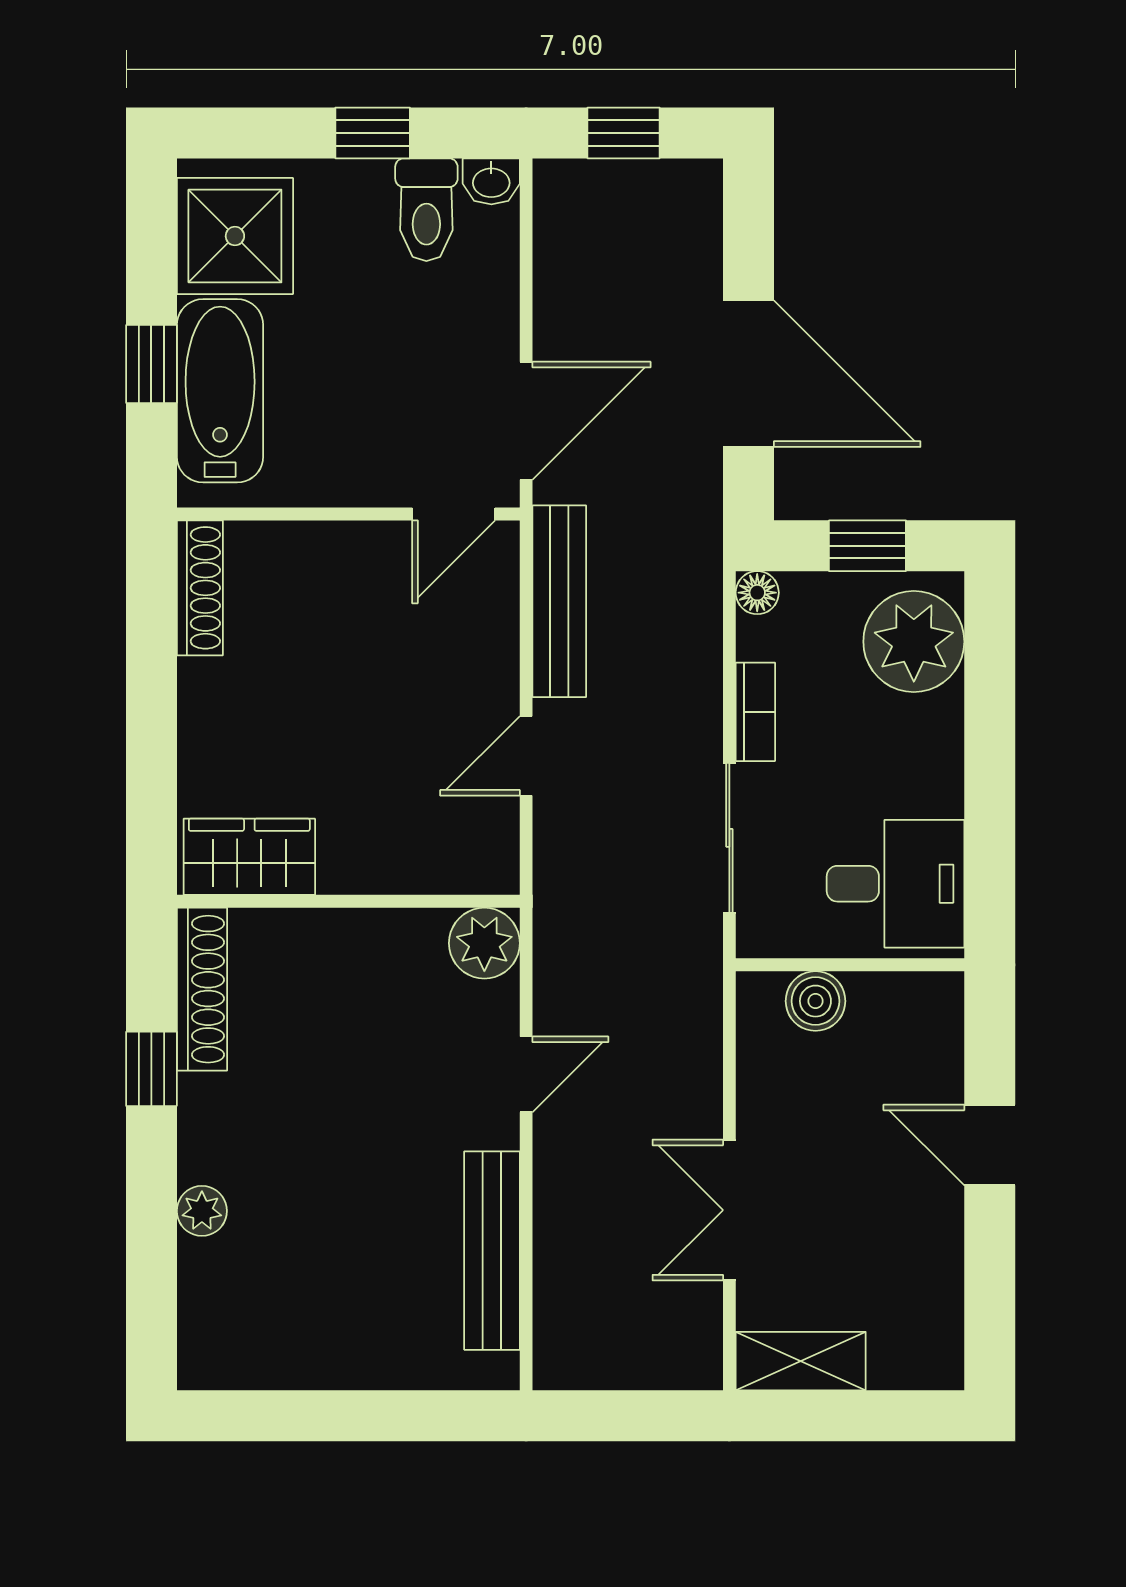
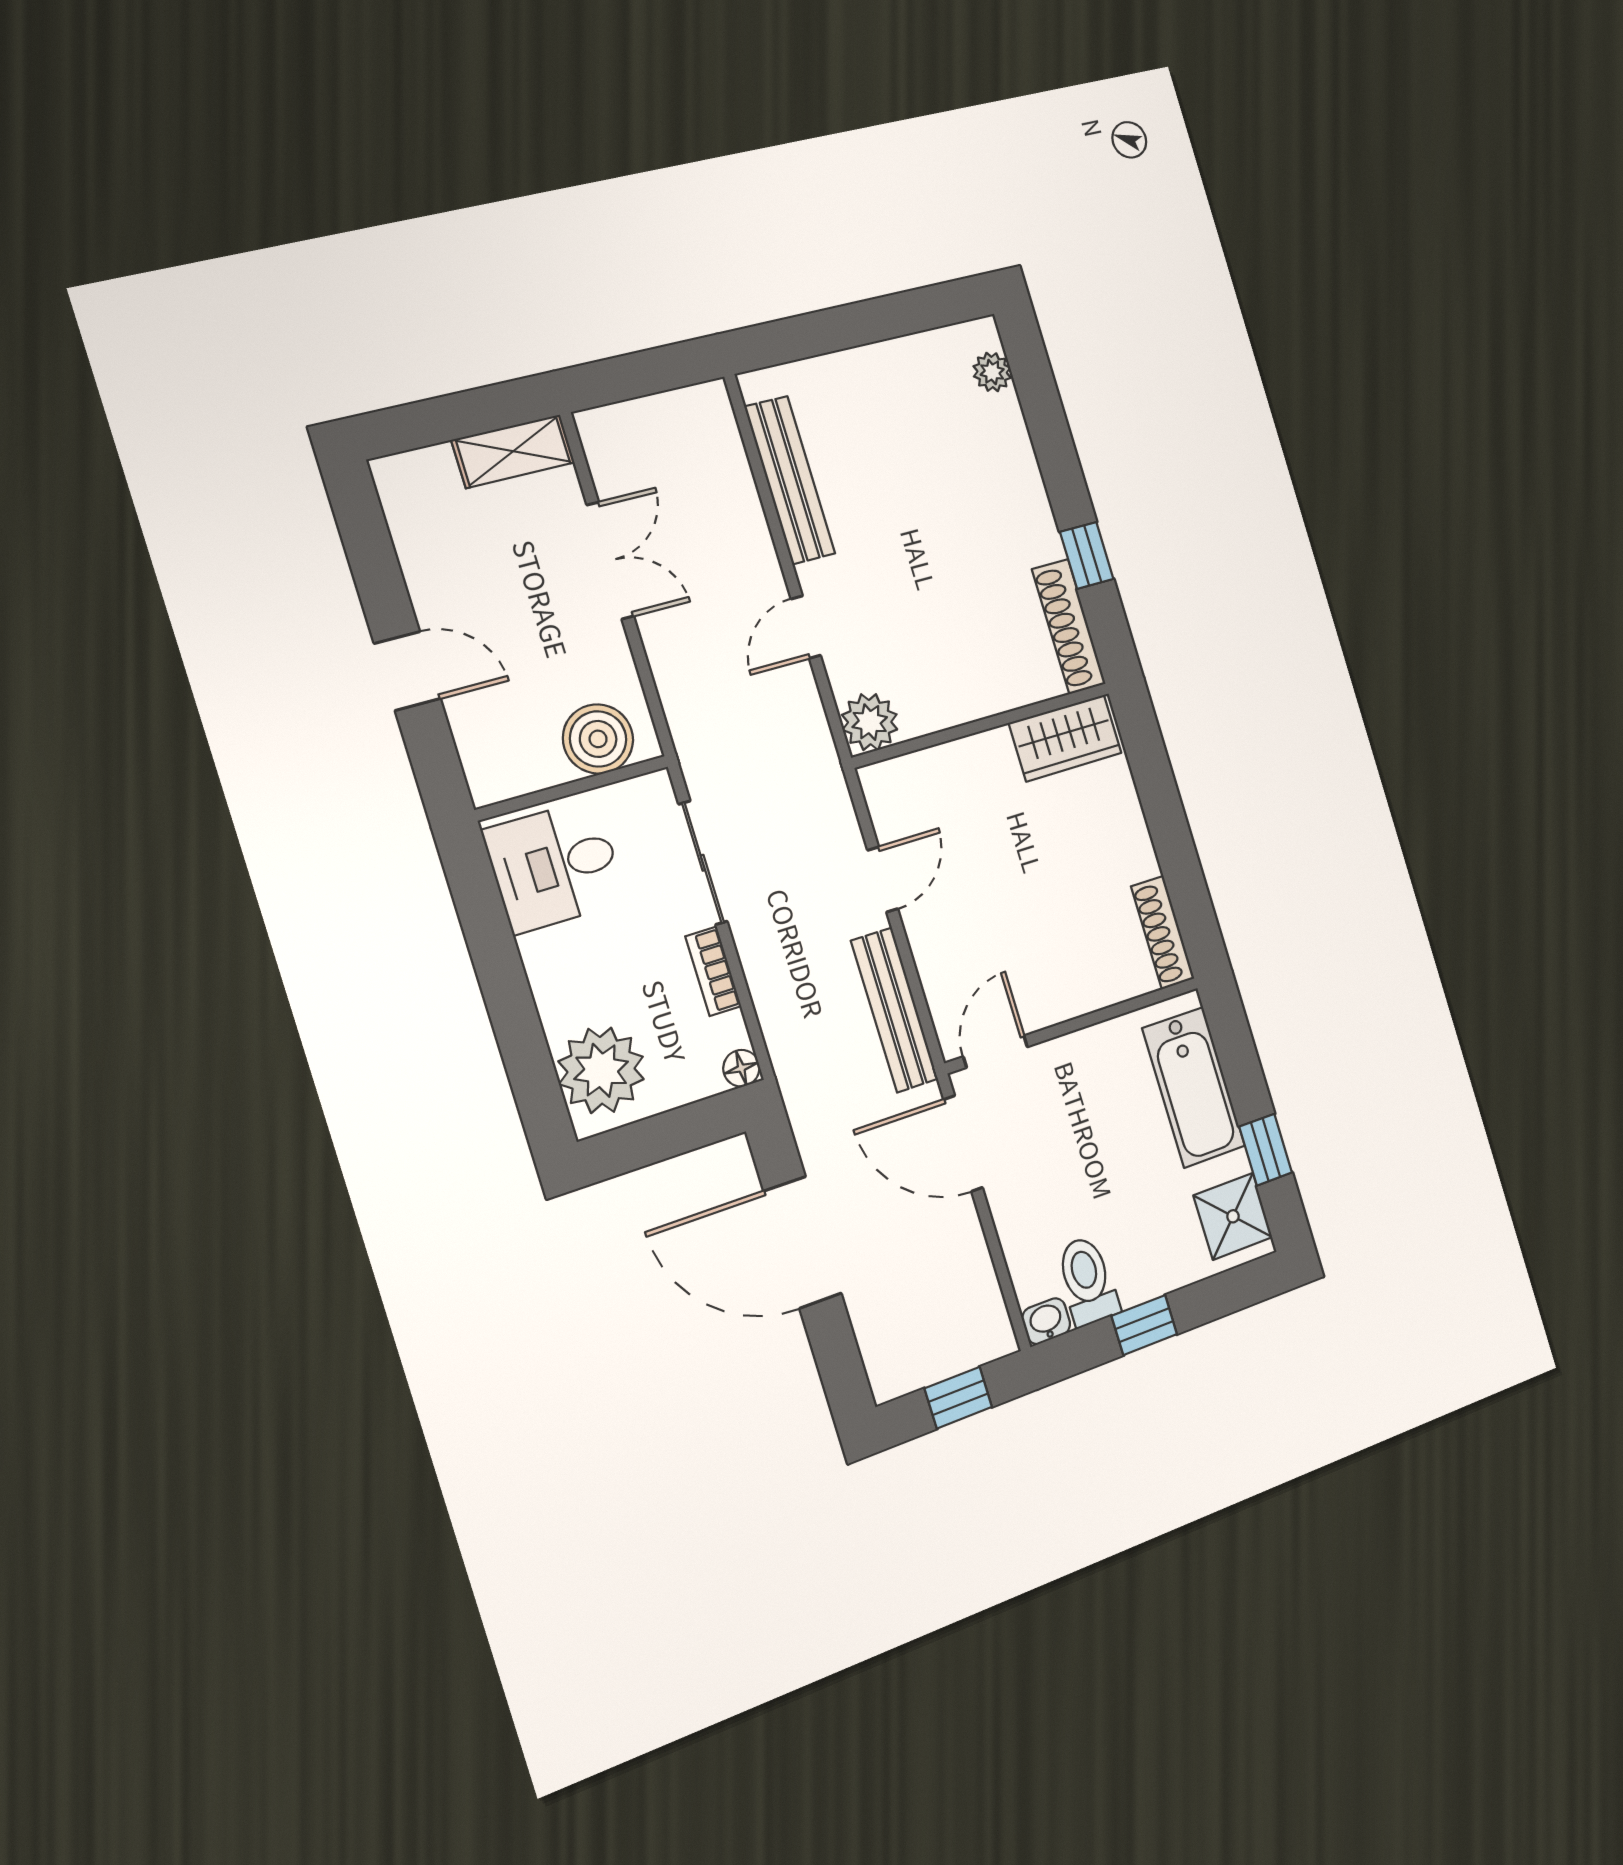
shower: (235, 236) -> (1233, 1216), width x0.73, depth x0.73
window: (151, 364) -> (1266, 1150), moved
door: (526, 421) -> (963, 1144), hinge flipped
window: (867, 546) -> (664, 1136), removed
boiler: (815, 1001) -> (598, 739), width x1.36, depth x1.36
plant: (202, 1211) -> (992, 372), moved

